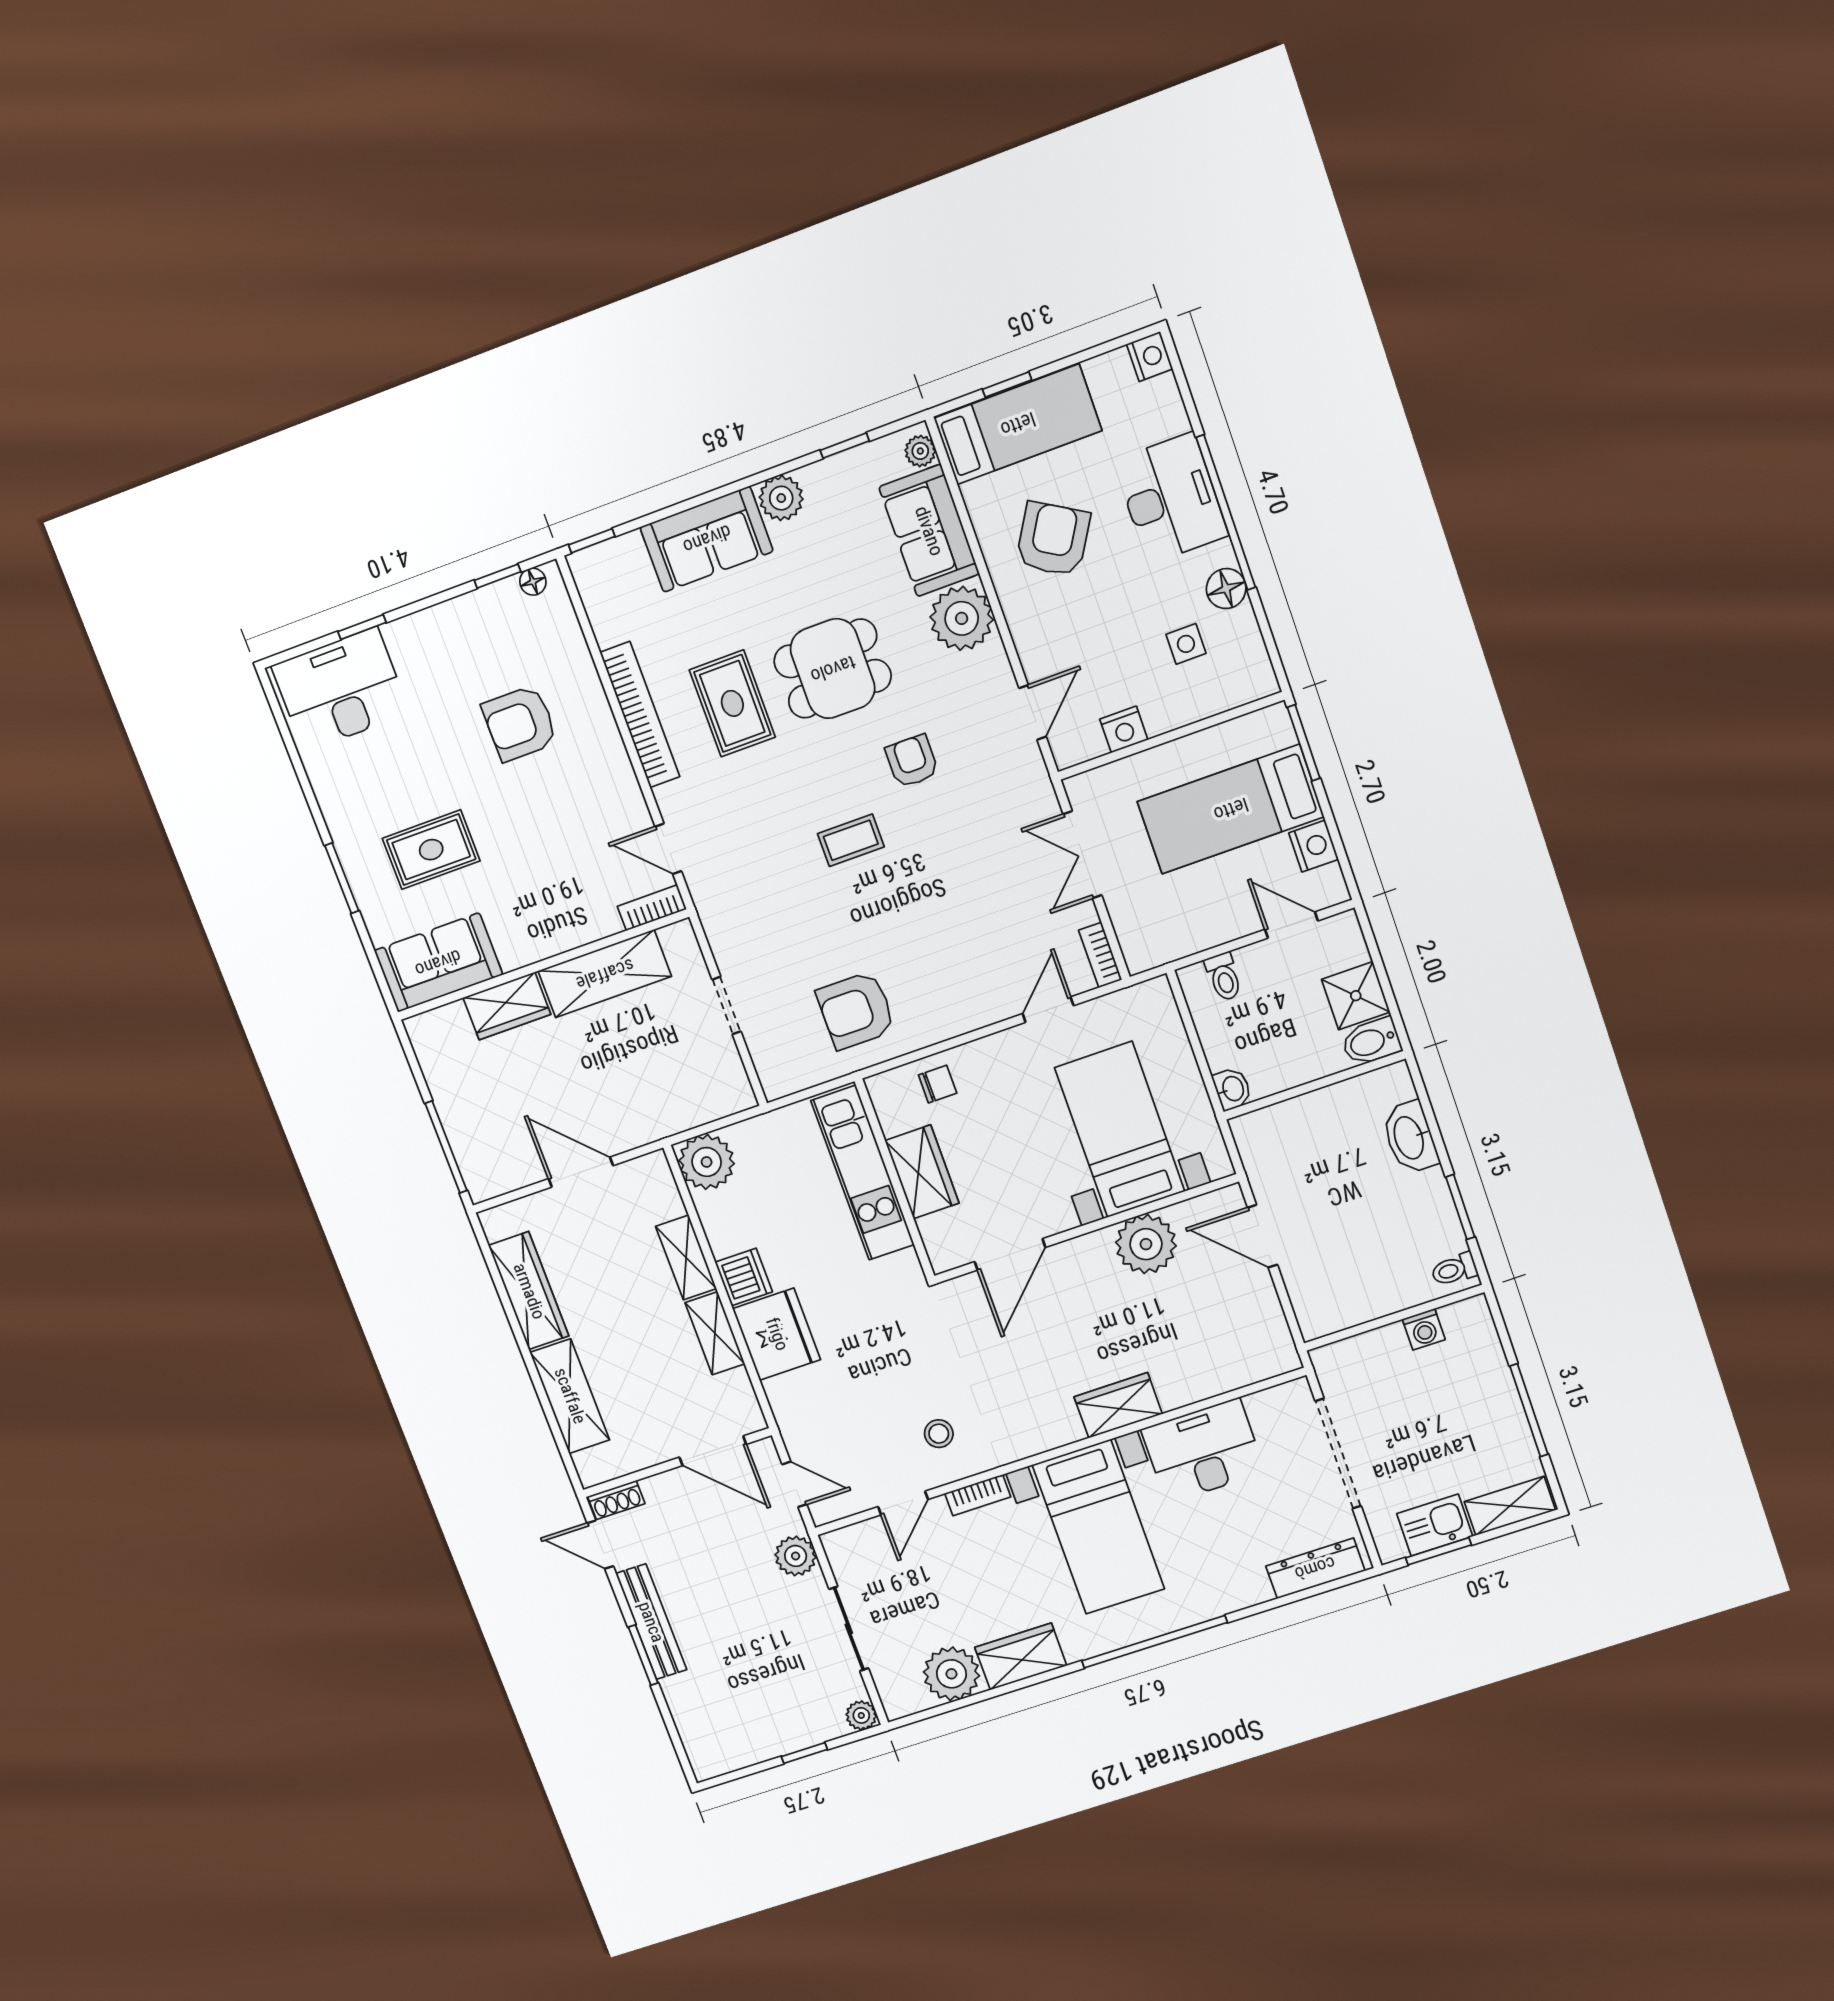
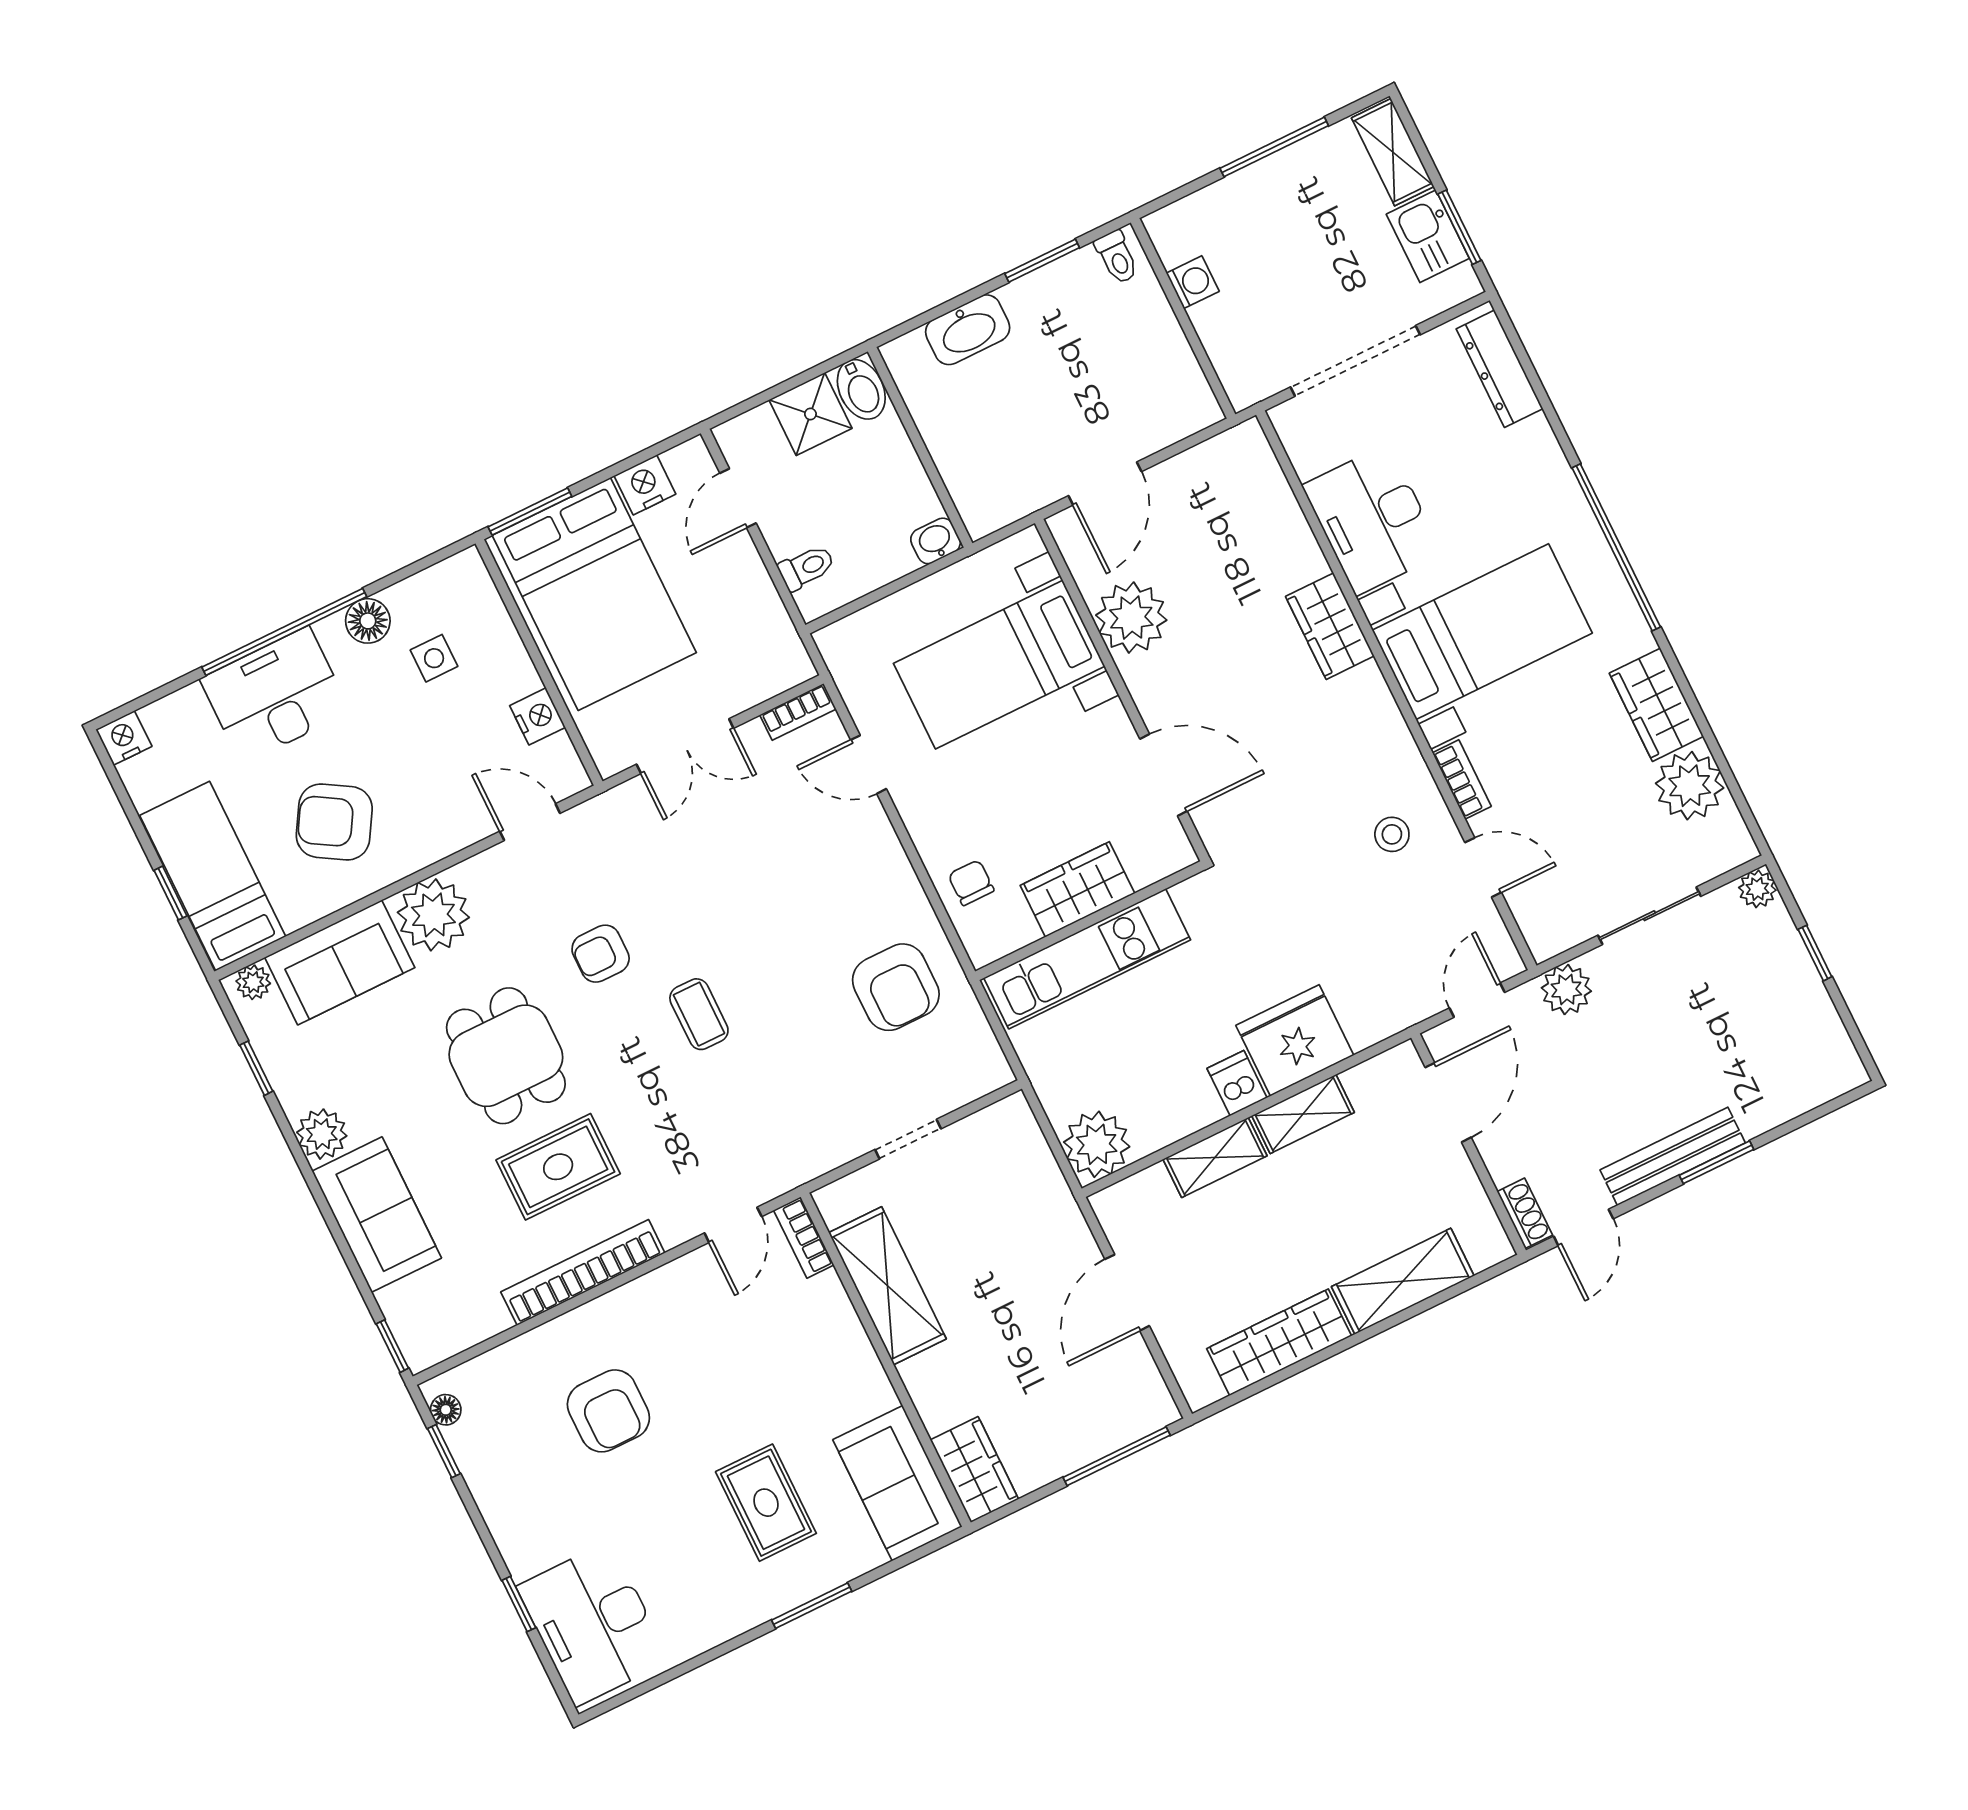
bed: (1231, 809) -> (594, 594), width x1.50
wardrobe: (507, 1006) -> (974, 1470), moved
dishwasher: (744, 1277) -> (1237, 1083), width x0.73

